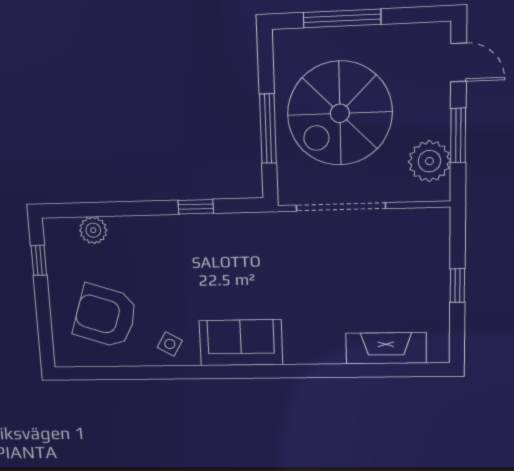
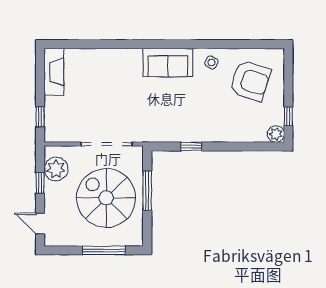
spiral stairs: (340, 113) -> (106, 198), turned -90
window: (458, 136) -> (40, 183), width x0.67
plant: (93, 230) -> (276, 134), moved
window: (457, 286) -> (40, 117), moved
fireplace: (386, 348) -> (54, 72), moved, turned -90

